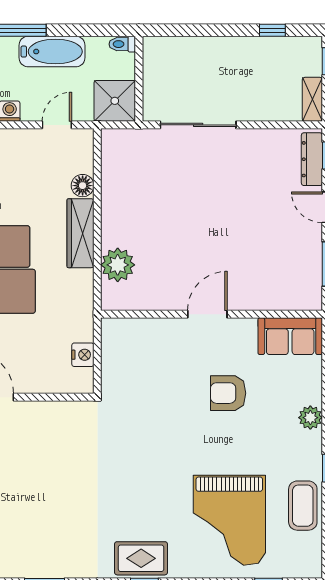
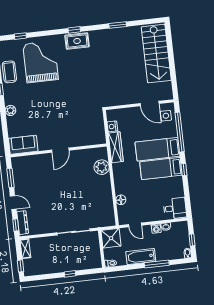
window: (272, 30) -> (70, 274), moved
door: (57, 125) -> (135, 225), hinge flipped
wardrobe: (80, 233) -> (116, 147), moved
armchair: (228, 393) -> (47, 117), removed

